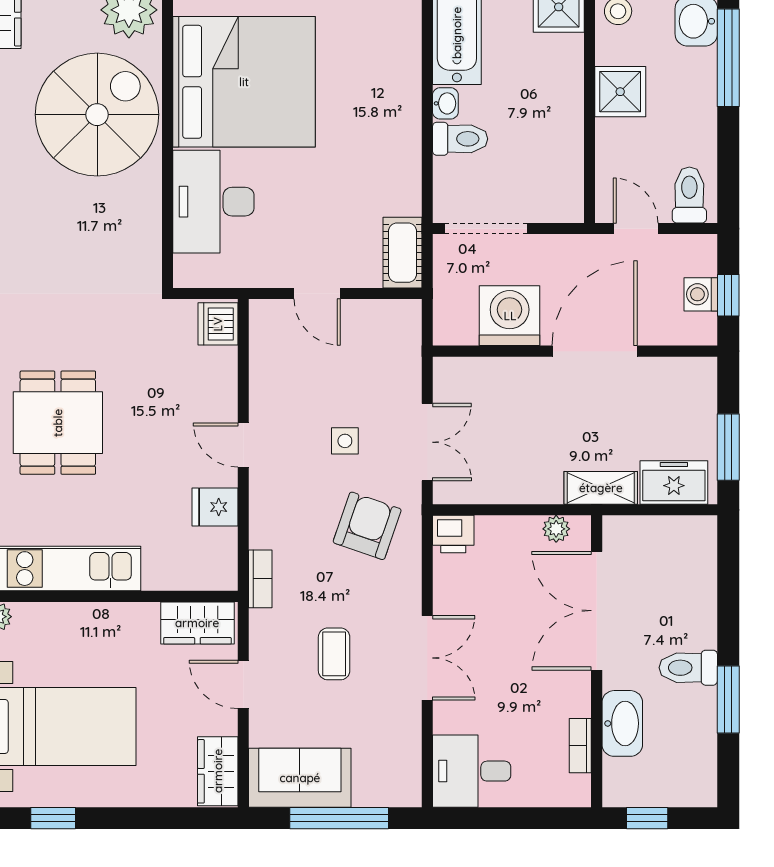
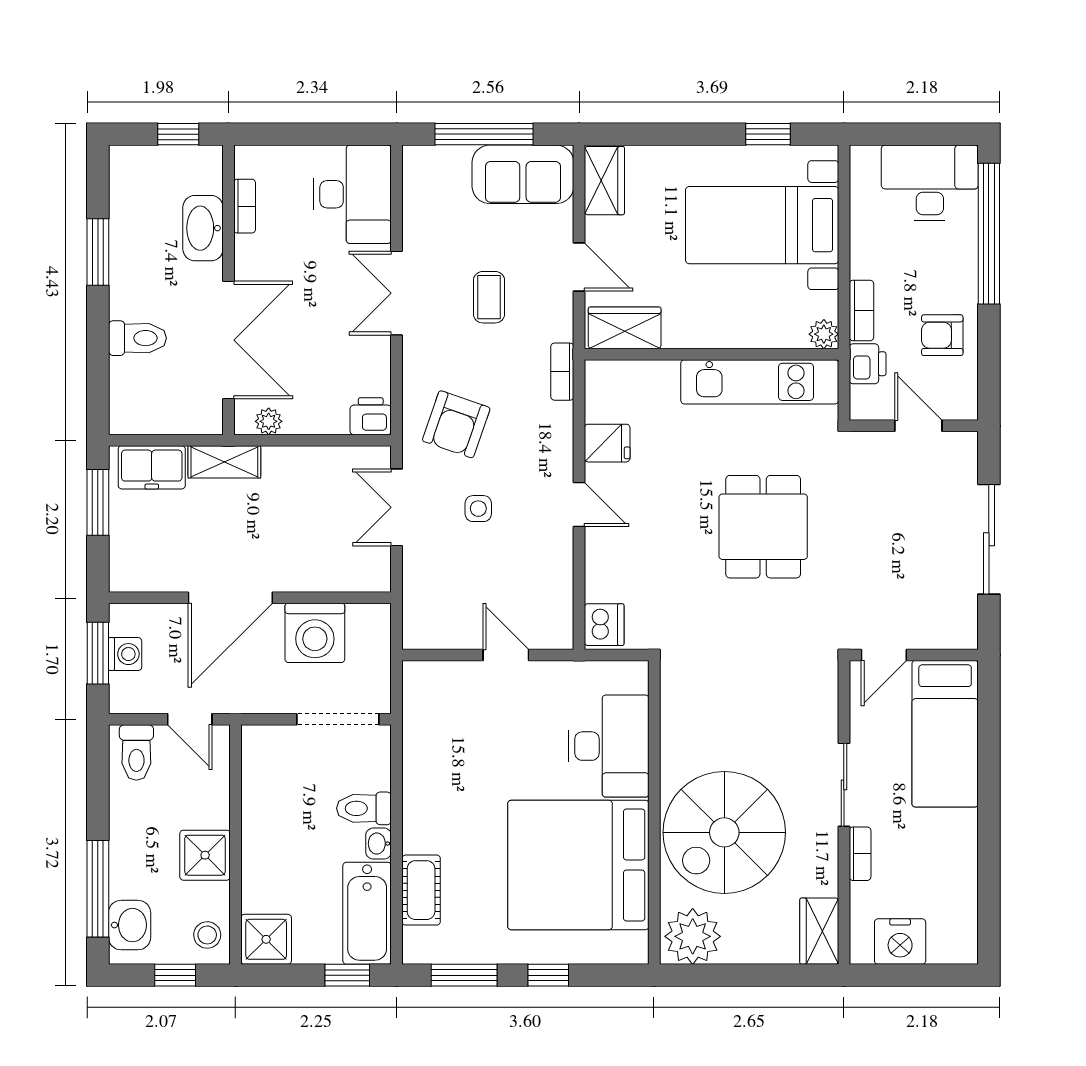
cot: (403, 253) -> (421, 890), moved
window: (728, 295) -> (98, 653), width x1.50
toilet: (688, 668) -> (137, 338), moved
desk: (472, 771) -> (352, 194), width x1.37

